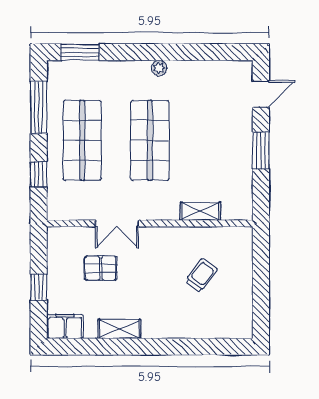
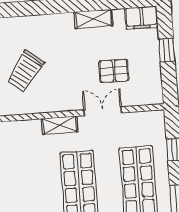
shelving: (200, 211) -> (60, 125), moved
trolley: (201, 275) -> (25, 71), width x1.36, depth x1.39

